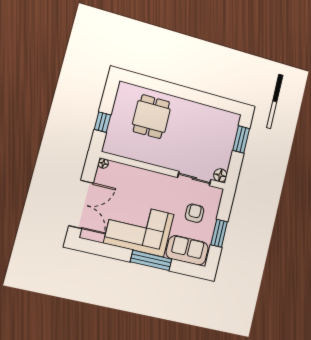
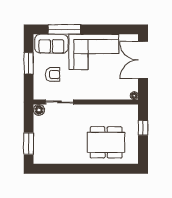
dining table: (151, 117) -> (106, 142), width x1.38
armchair: (195, 213) -> (53, 75), turned -90
window: (151, 260) -> (64, 29), moved

